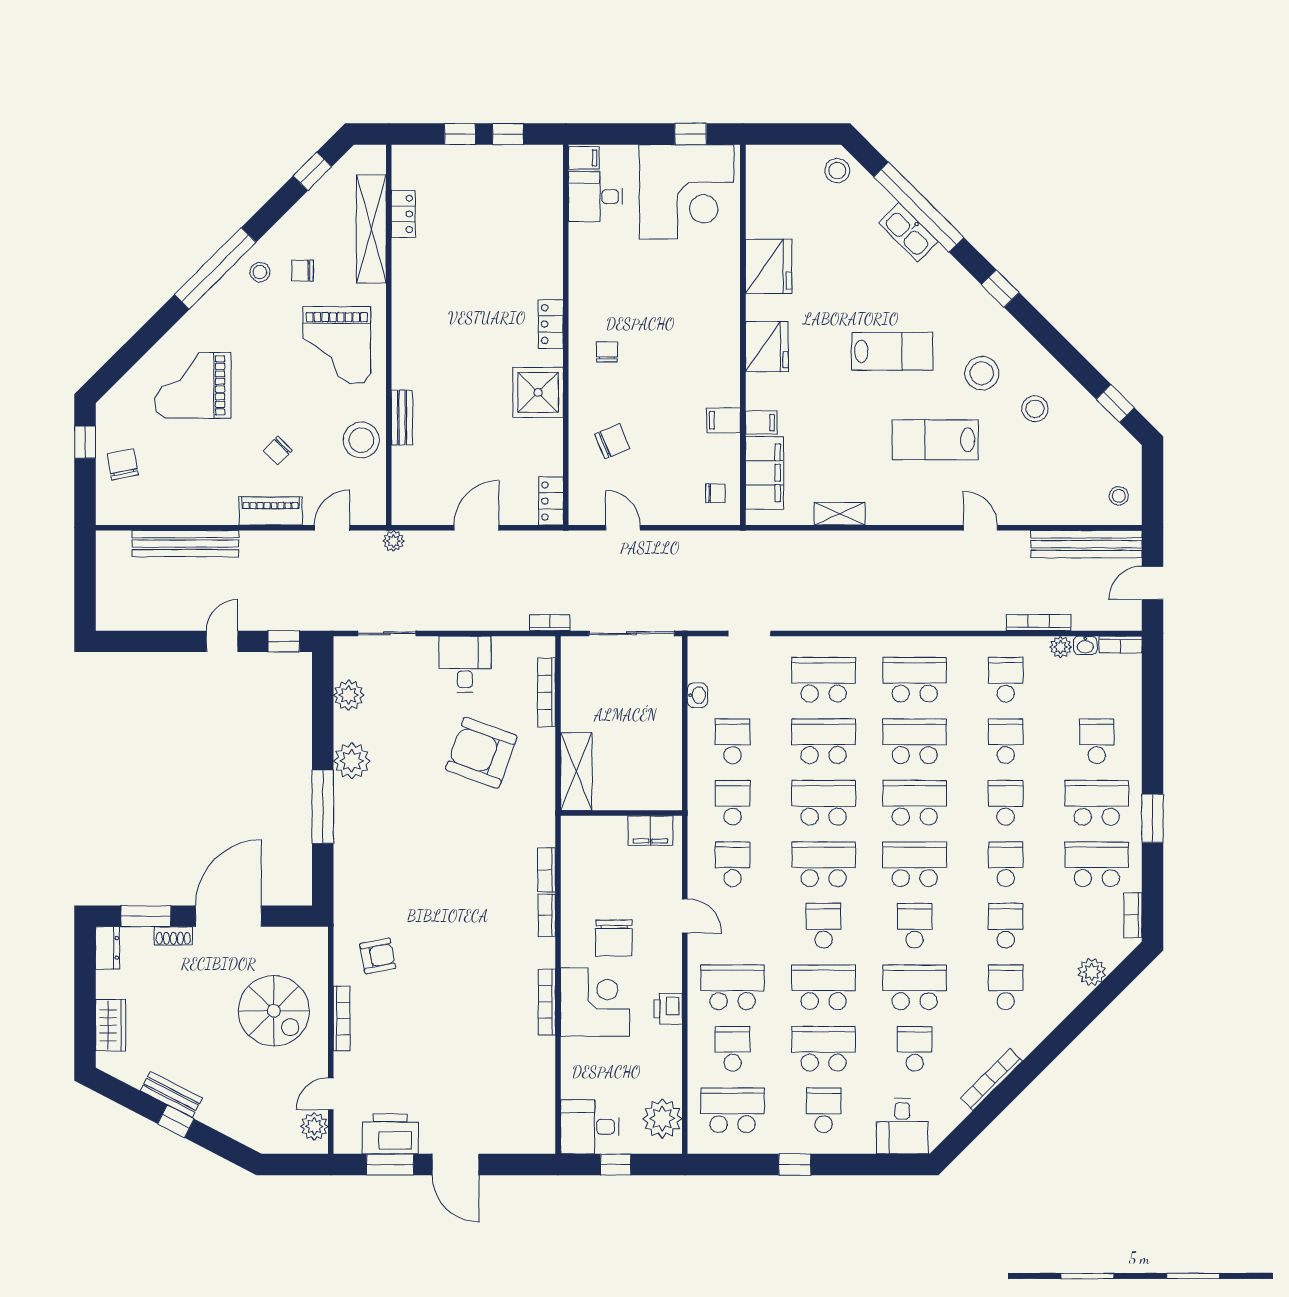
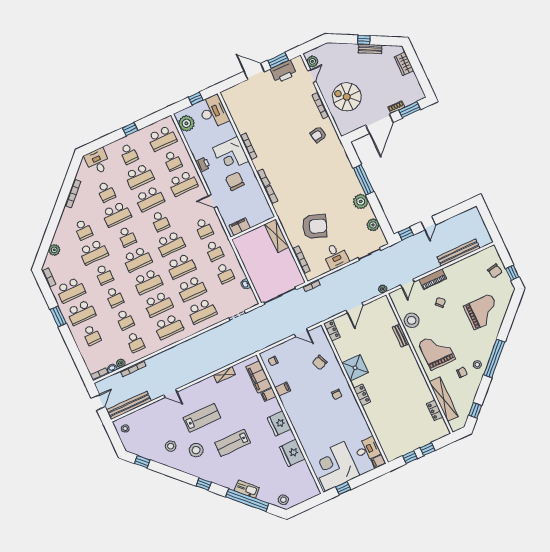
school desk: (1006, 926) -> (94, 252), width x1.85
dresser: (107, 948) -> (418, 92), removed
desk: (590, 1127) -> (213, 112), width x1.37

